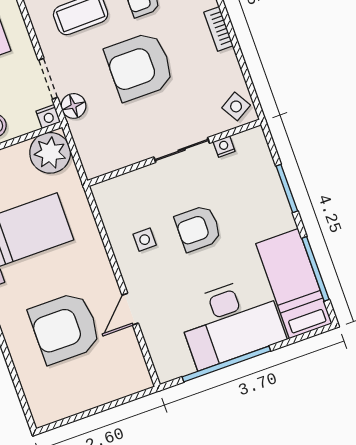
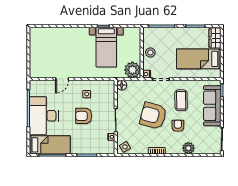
armchair: (140, 66) -> (153, 116), turned -75
floor lamp: (74, 106) -> (122, 85), moved
armchair: (198, 228) -> (84, 116), turned -90
door: (130, 309) -> (62, 79), swing flipped
armchair: (65, 328) -> (64, 52), removed

